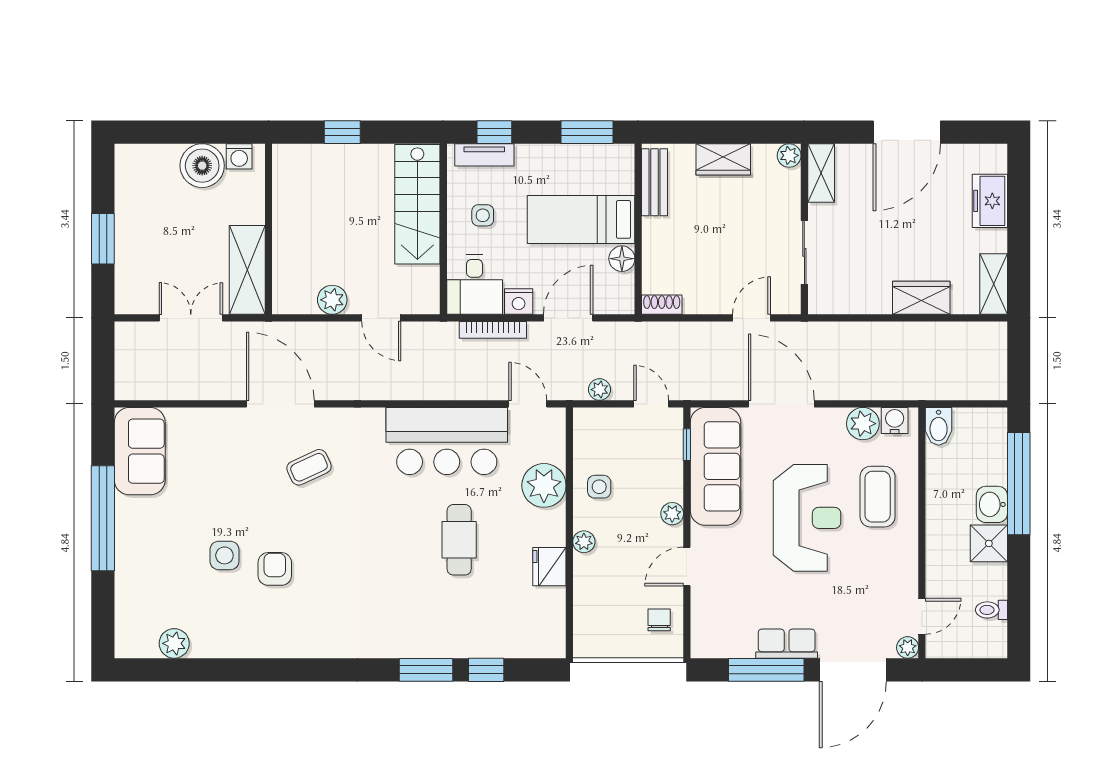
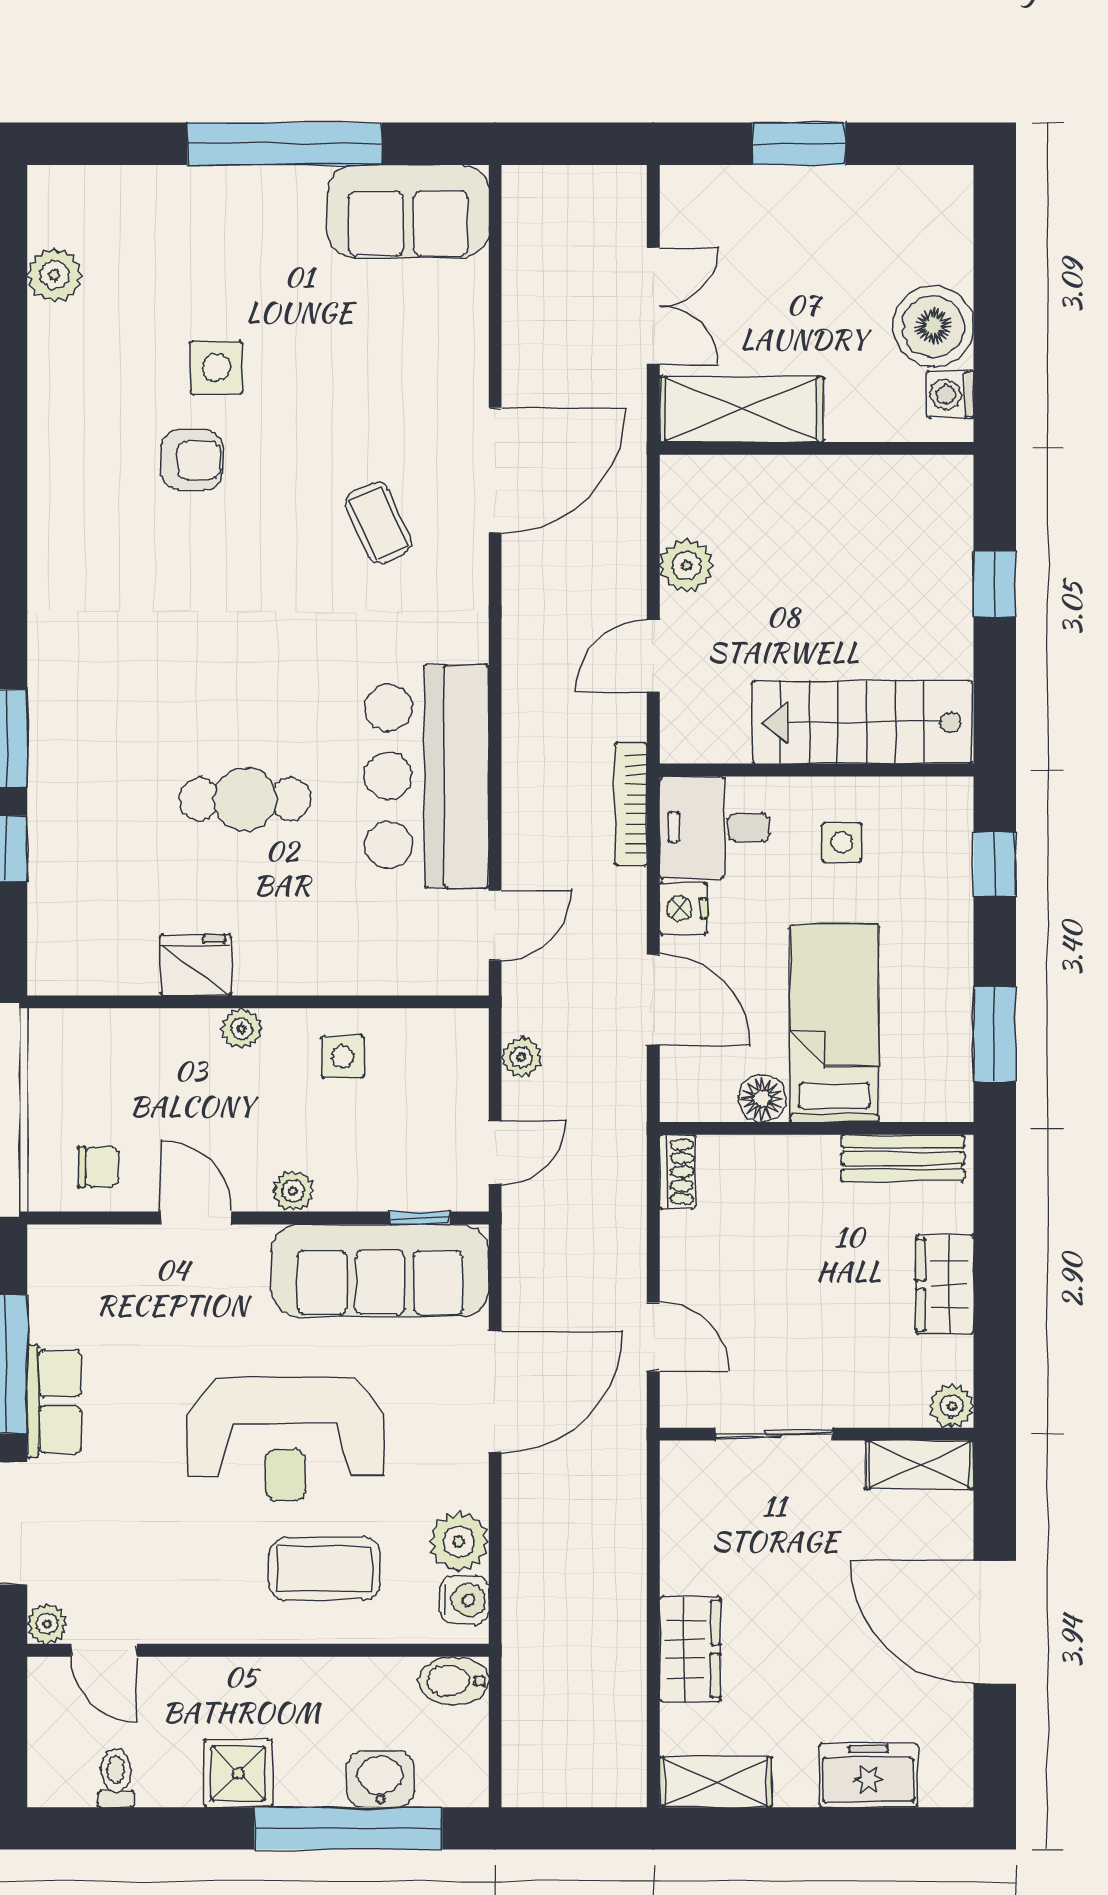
tv unit: (484, 155) -> (953, 845), removed
bookcase: (493, 330) -> (631, 804), moved
plant: (544, 485) -> (345, 955), removed
washbasin: (992, 504) -> (380, 1779), moved

